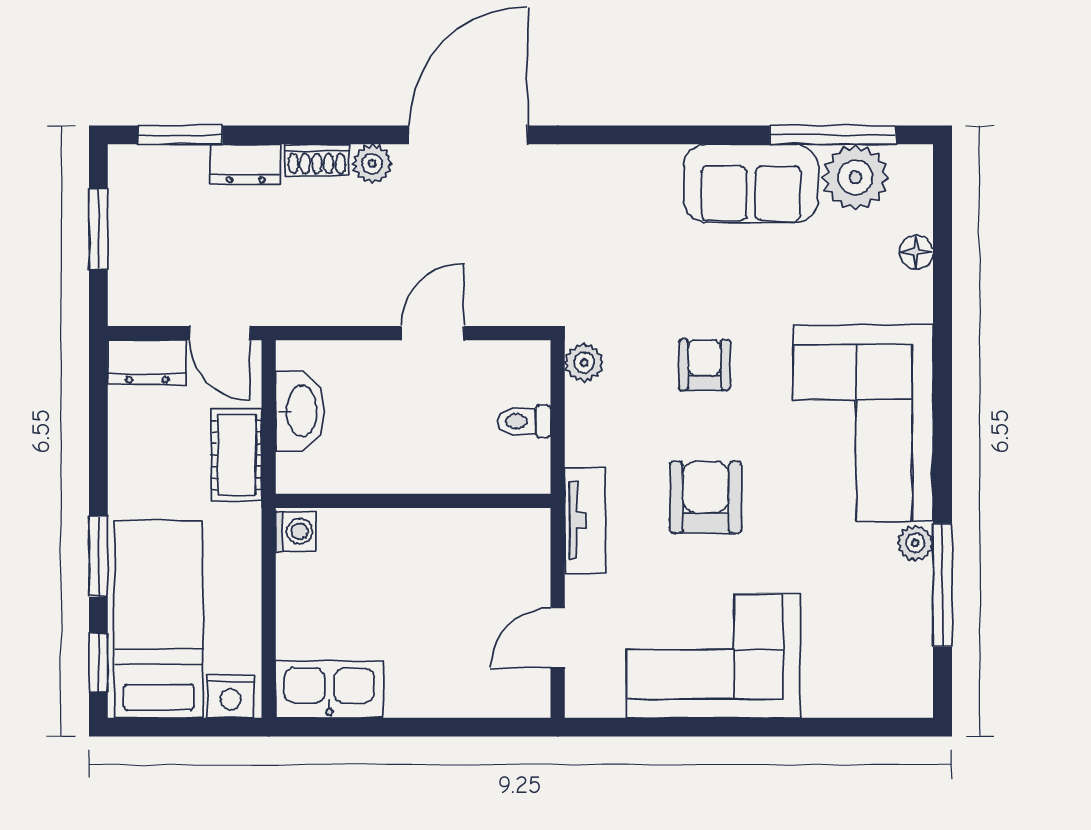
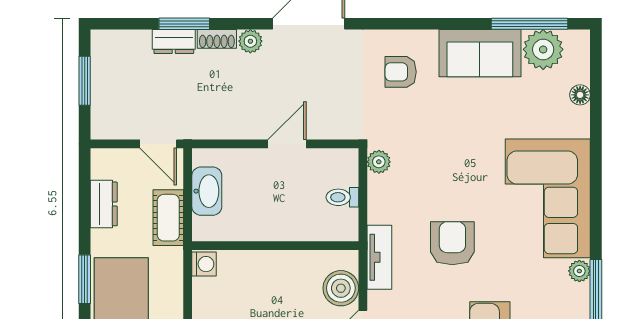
window: (180, 135) -> (184, 24), moved
dresser: (147, 362) -> (104, 204), moved, turned -90
armchair: (704, 365) -> (401, 72), moved, turned -90
boiler: (521, 571) -> (341, 288), added

